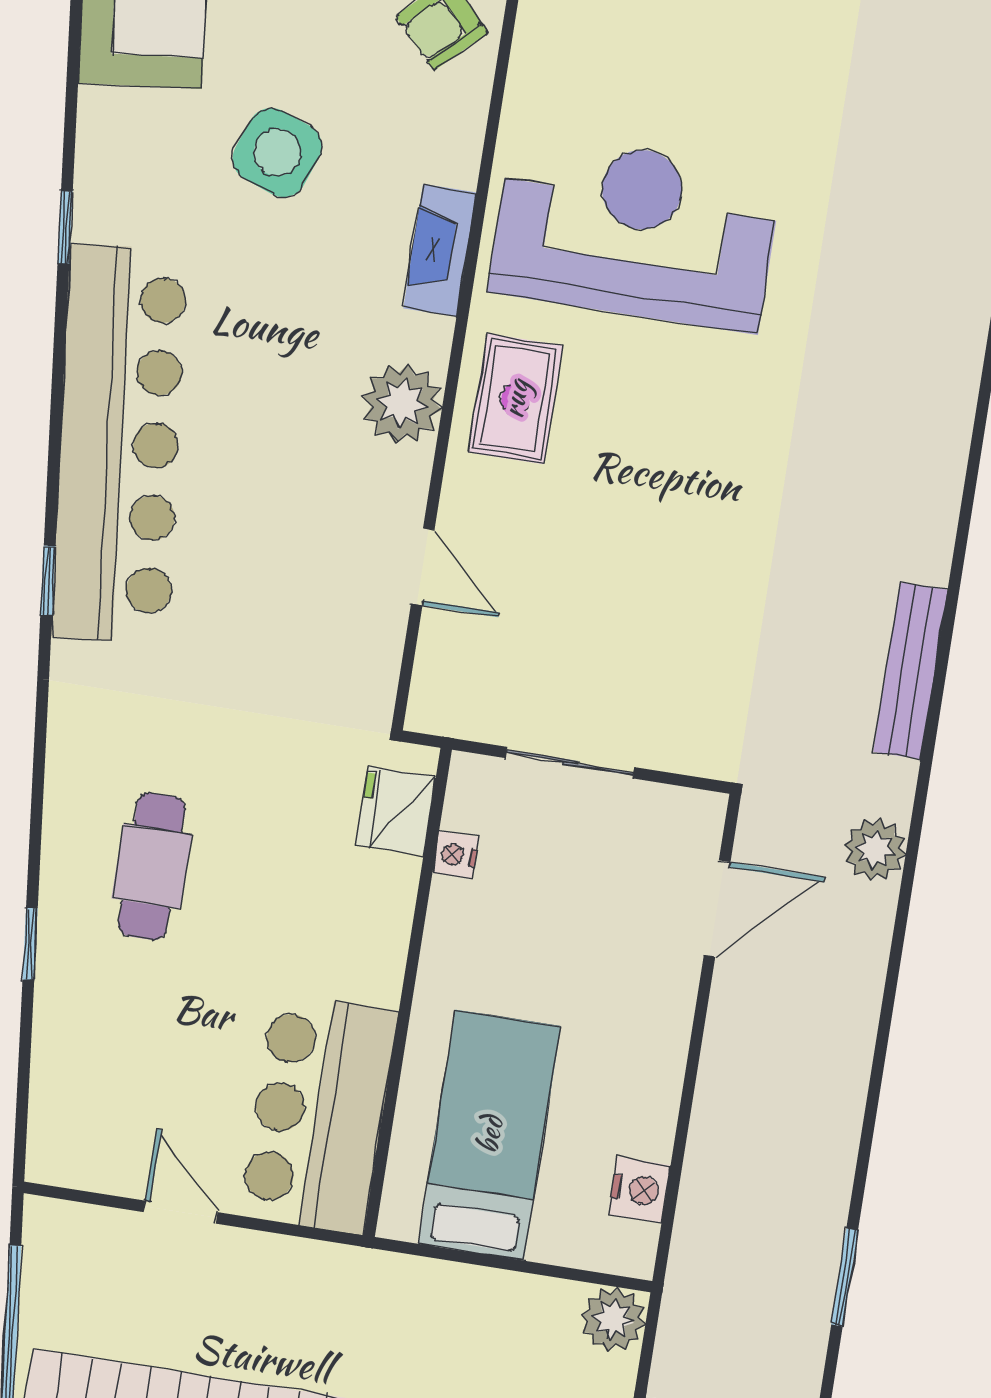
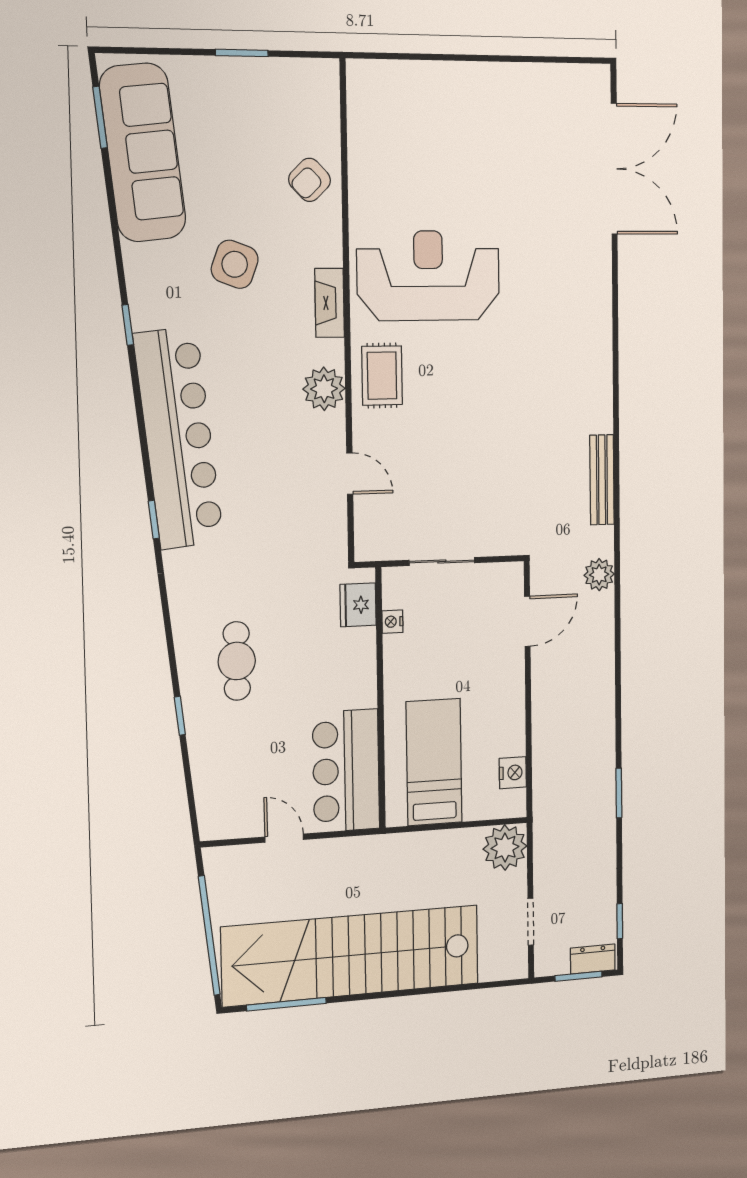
plant: (613, 1319) -> (505, 847), width x1.36, depth x1.36

